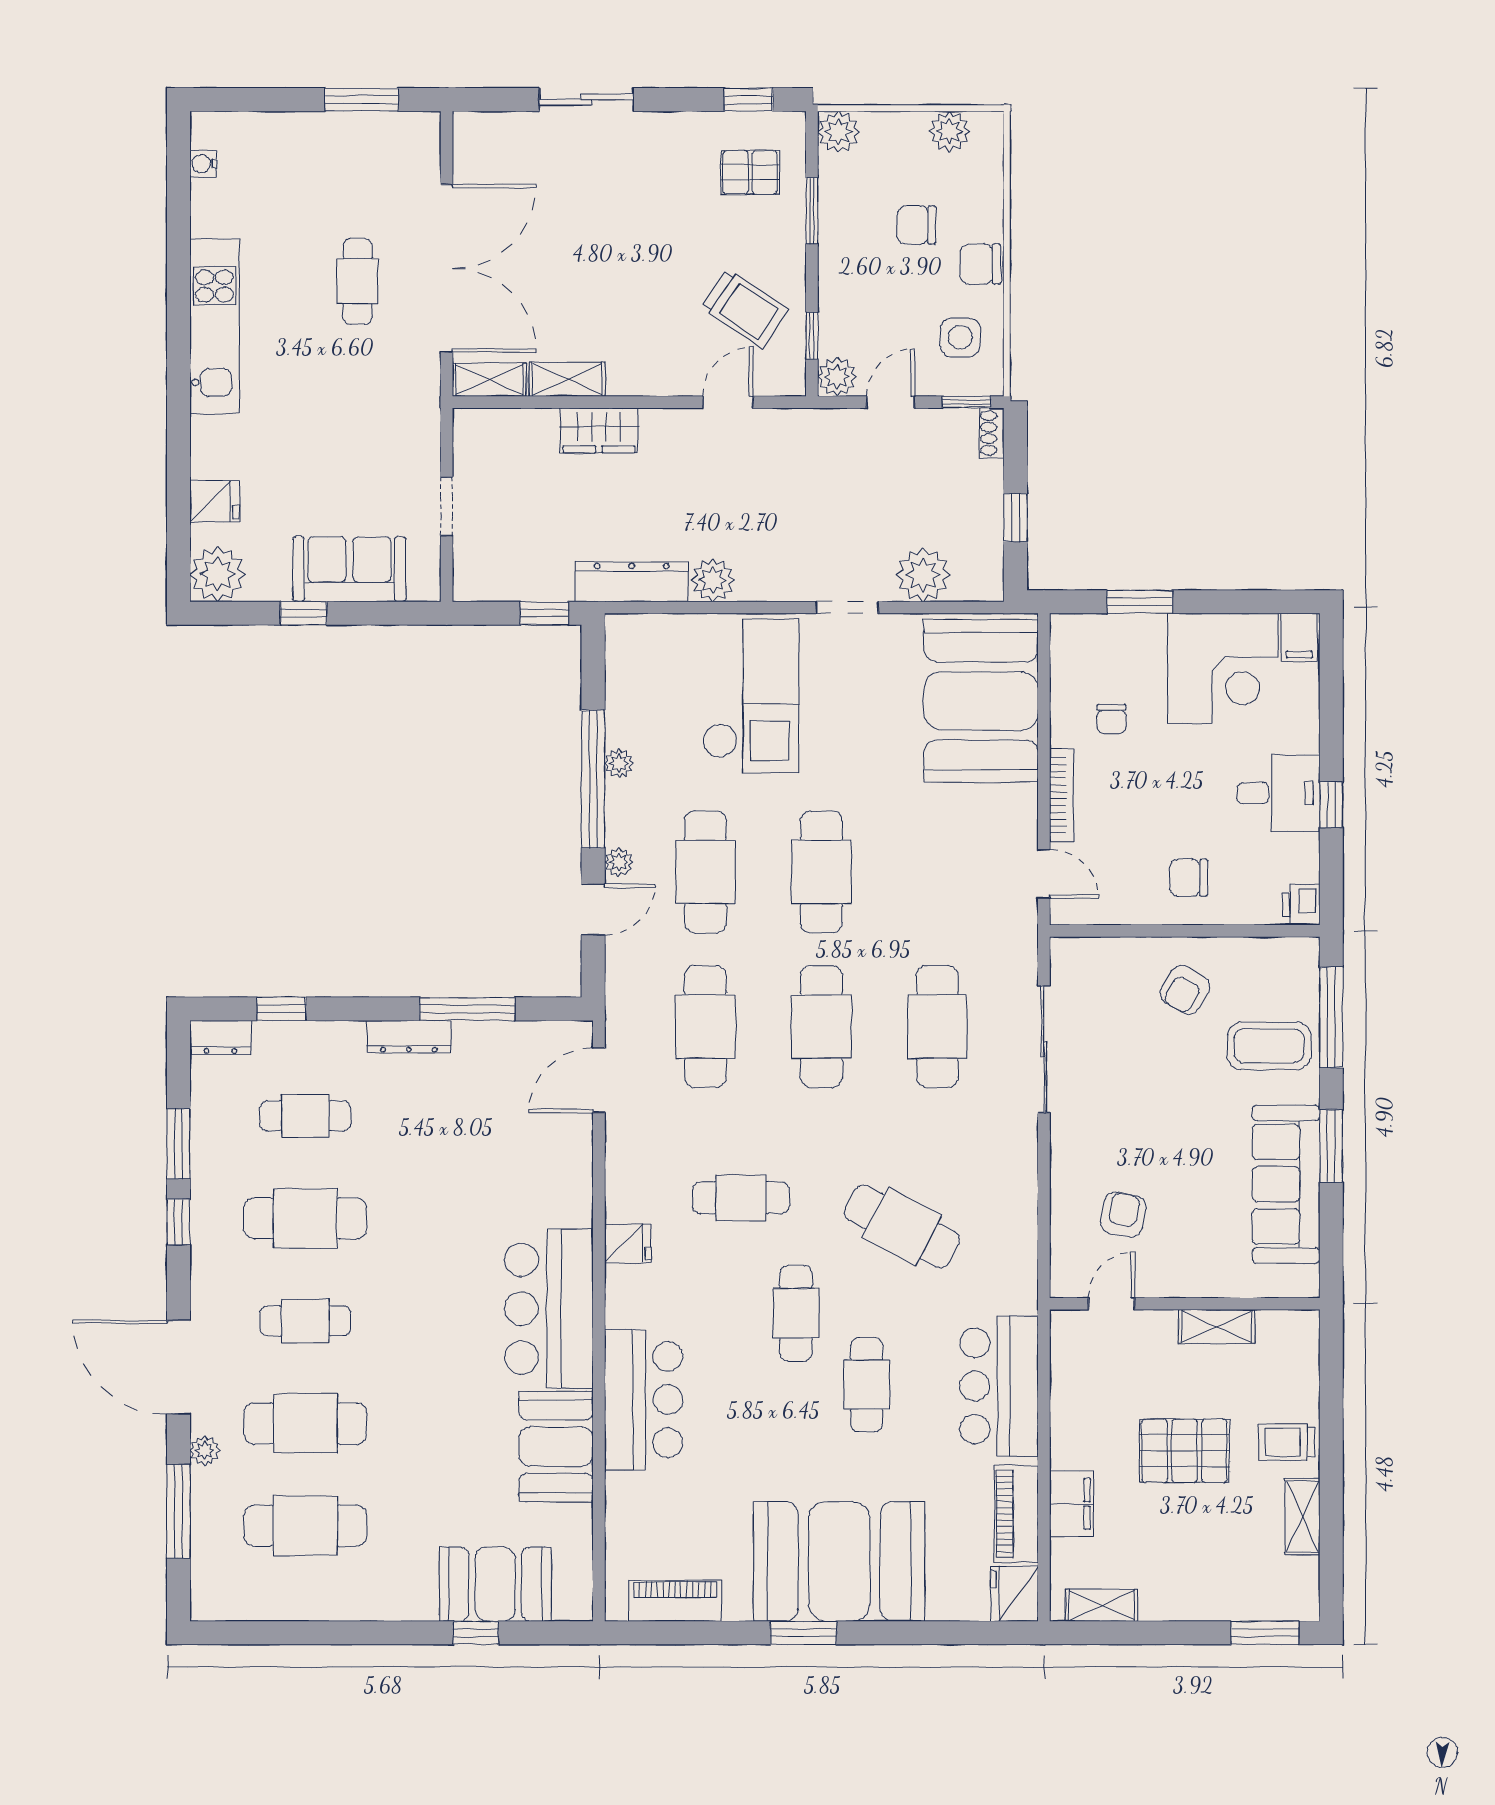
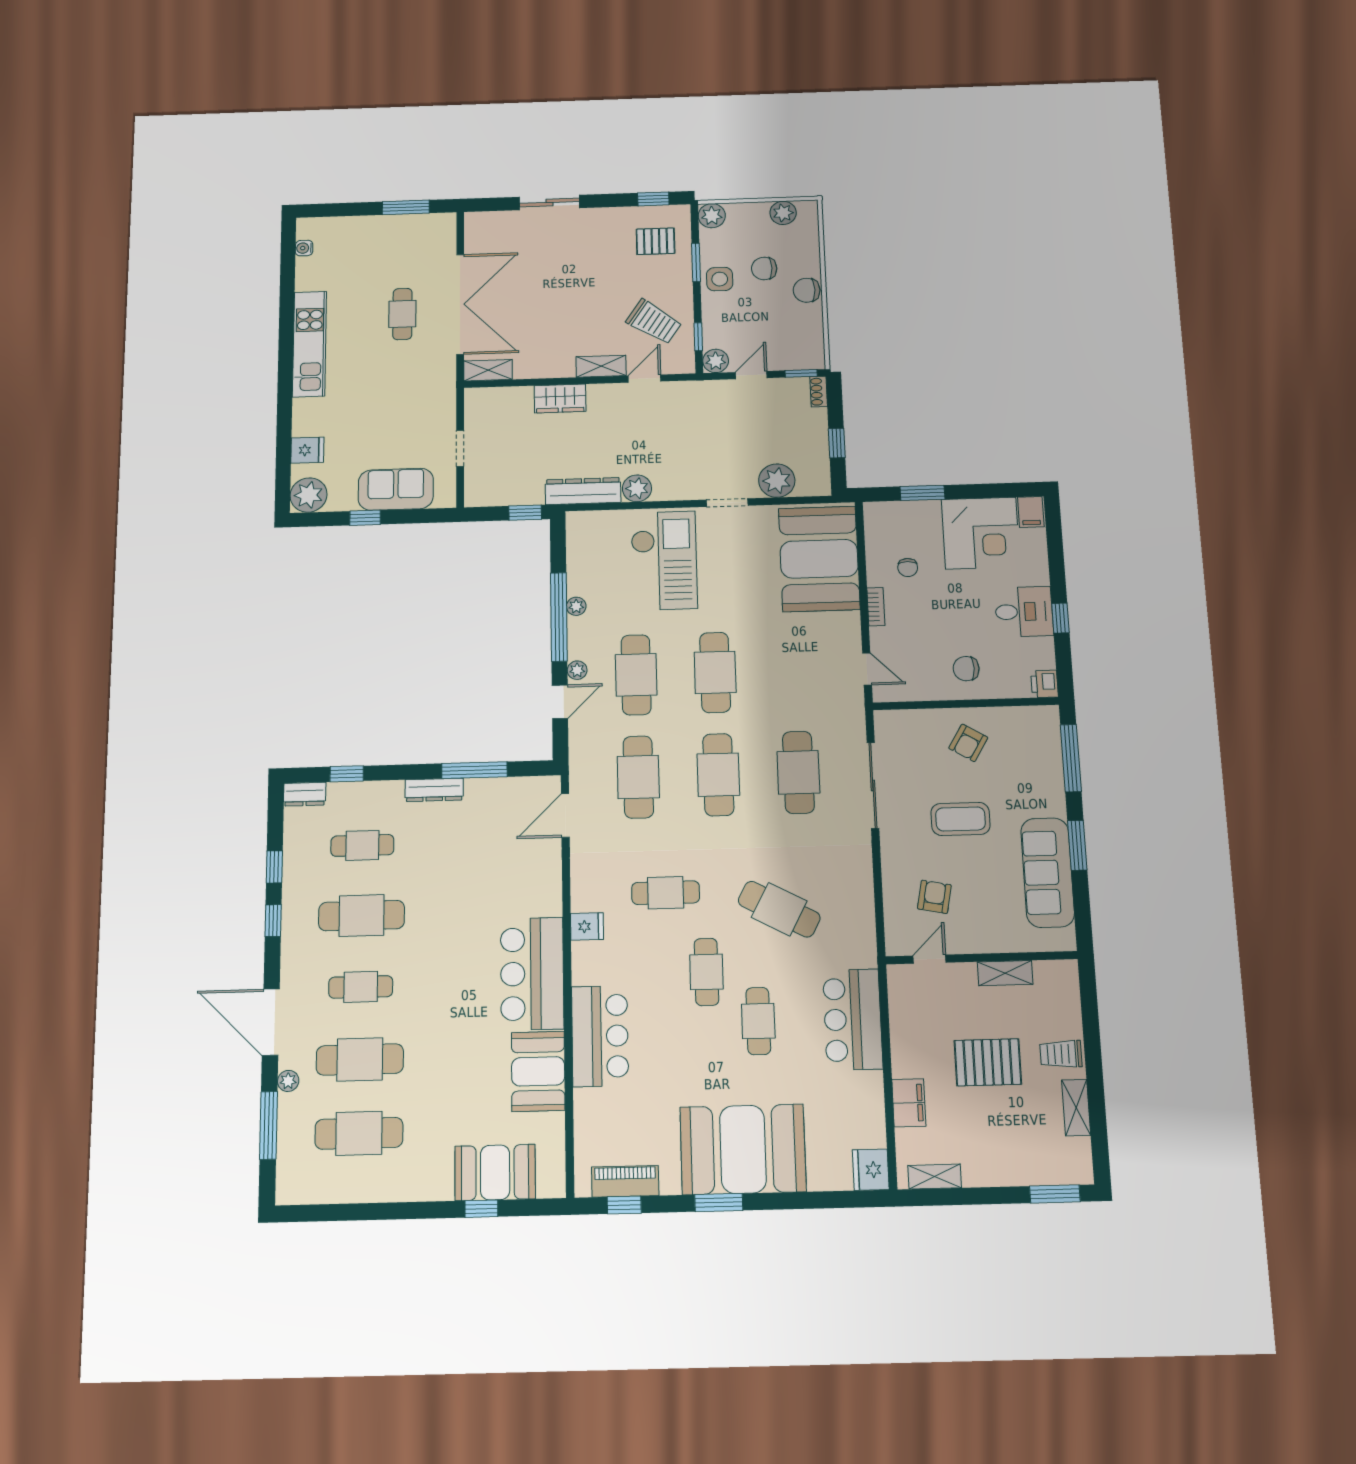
side table: (960, 337) -> (720, 279), moved
shelving: (567, 379) -> (601, 366), moved
bookcase: (1062, 795) -> (876, 607), width x0.64
coffee table: (1269, 1046) -> (960, 819), moved
window: (178, 1144) -> (274, 867), width x0.67
piano: (1016, 1514) -> (869, 1111), removed
window: (673, 1633) -> (624, 1205), added

